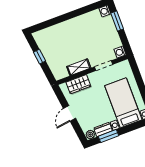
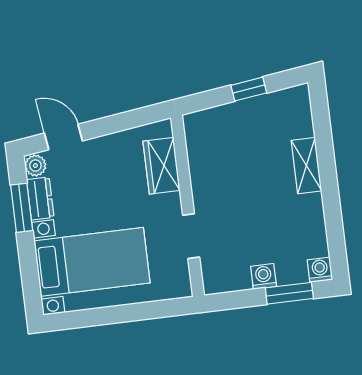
washing machine: (120, 52) -> (264, 276), moved
shelving: (79, 67) -> (306, 166), moved
door: (70, 113) -> (63, 137), moved

